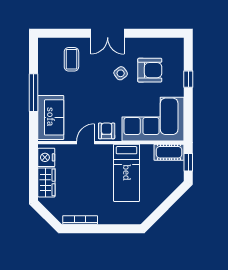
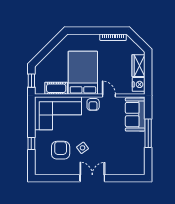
coffee table: (71, 59) -> (120, 158), removed
armchair: (150, 70) -> (61, 150), turned 90
door: (86, 143) -> (109, 96), swing flipped
cot: (169, 152) -> (56, 88), moved
bed: (127, 173) -> (83, 73), width x1.50

